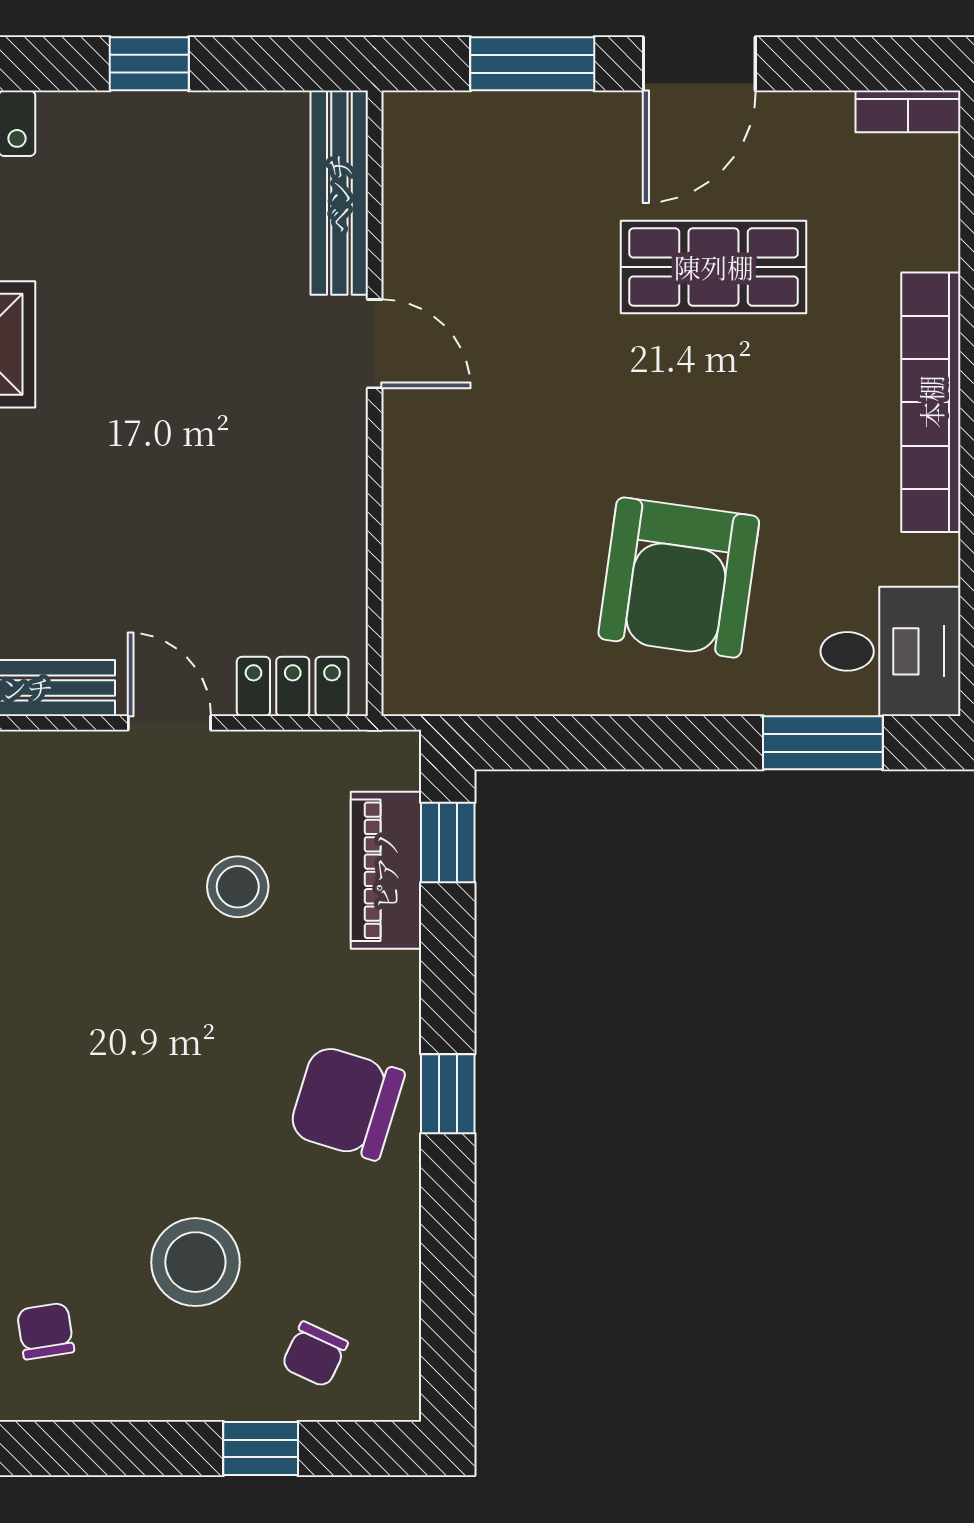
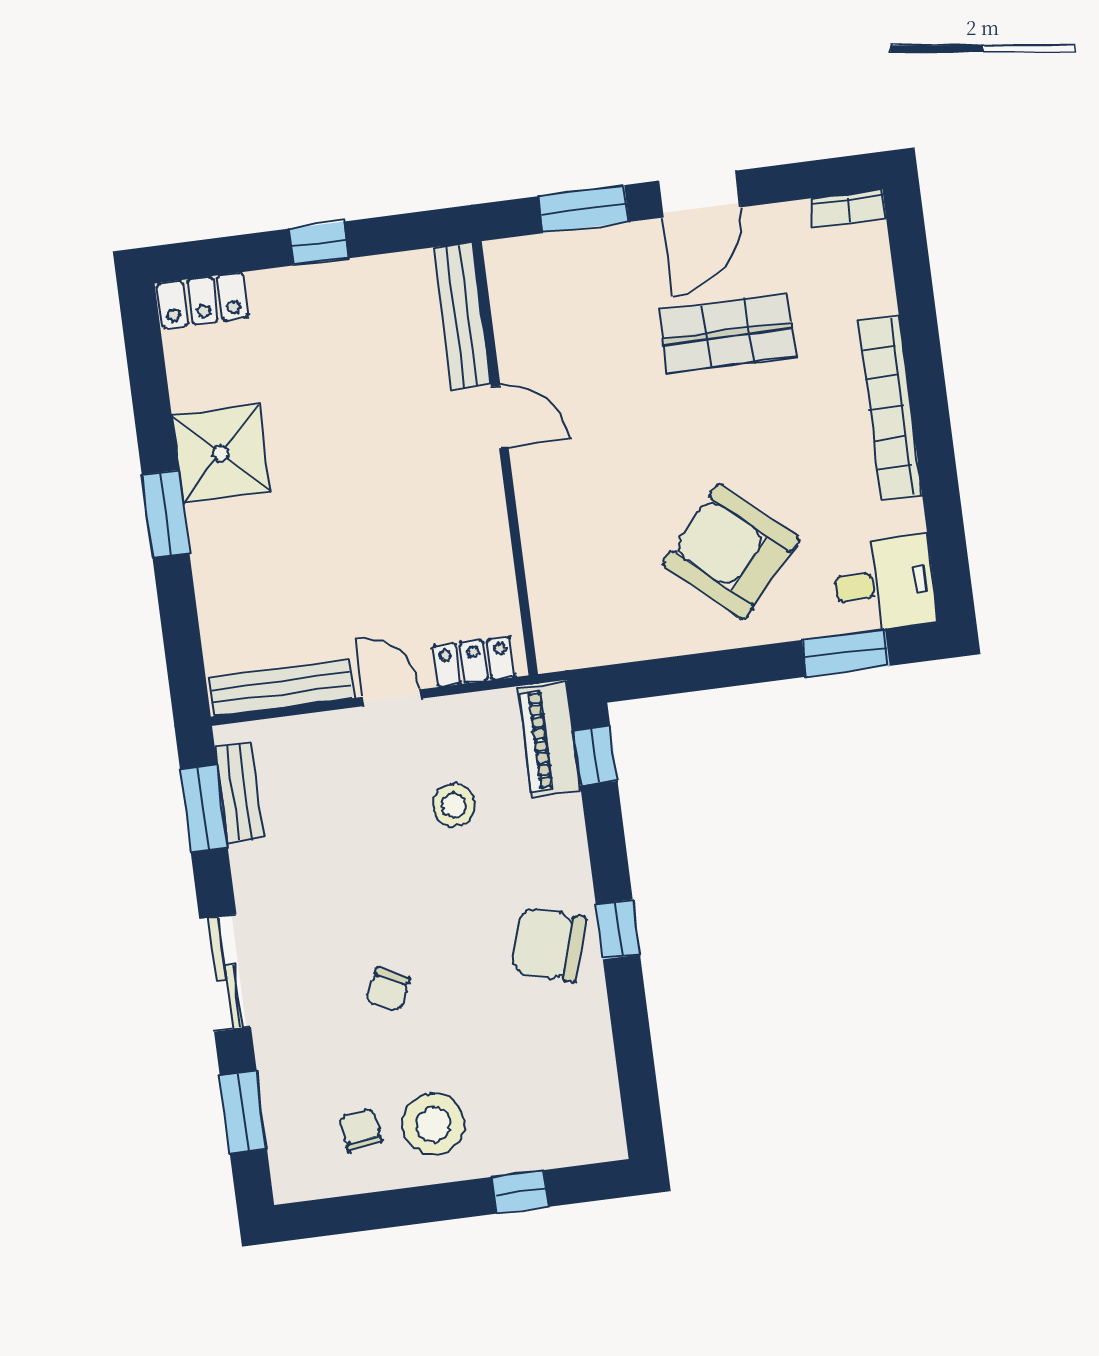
armchair: (679, 578) -> (731, 551), turned 124
piano: (386, 870) -> (550, 739), moved
stool: (195, 1262) -> (433, 1124), moved
chair: (315, 1354) -> (388, 989), moved

